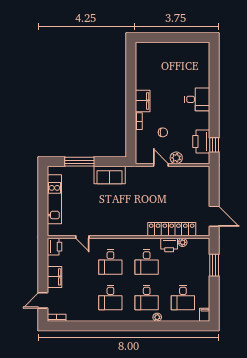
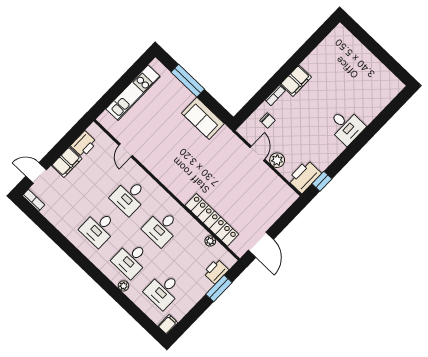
chair: (163, 132) -> (268, 120), moved
printer: (201, 141) -> (304, 177), moved
printer: (169, 245) -> (216, 271), moved, turned 90
printer: (55, 247) -> (84, 144), moved

